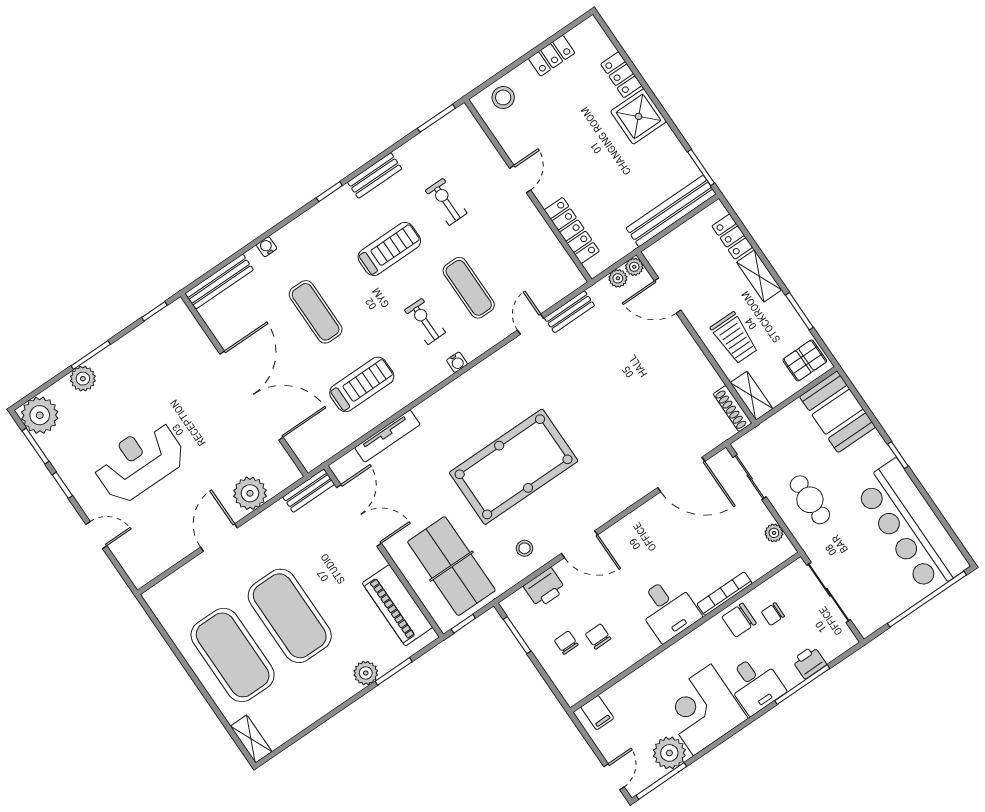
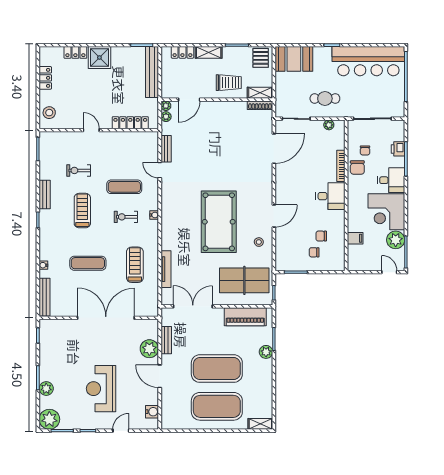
bench: (309, 491) -> (166, 340), moved
water cooler: (158, 563) -> (152, 412), added
printer: (545, 588) -> (283, 245), removed
filing cabinet: (597, 713) -> (355, 238), moved

